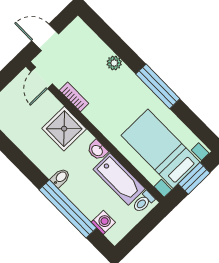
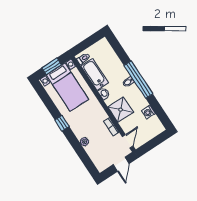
door: (45, 37) -> (121, 164), hinge flipped
window: (158, 86) -> (62, 123), width x0.46
window: (68, 209) -> (138, 80), moved
washing machine: (103, 222) -> (149, 112), moved

